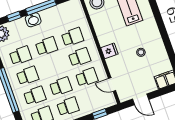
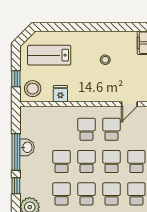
washbasin: (33, 20) -> (27, 147), moved
school desk: (72, 37) -> (86, 162), moved
fridge: (109, 51) -> (60, 94), moved

